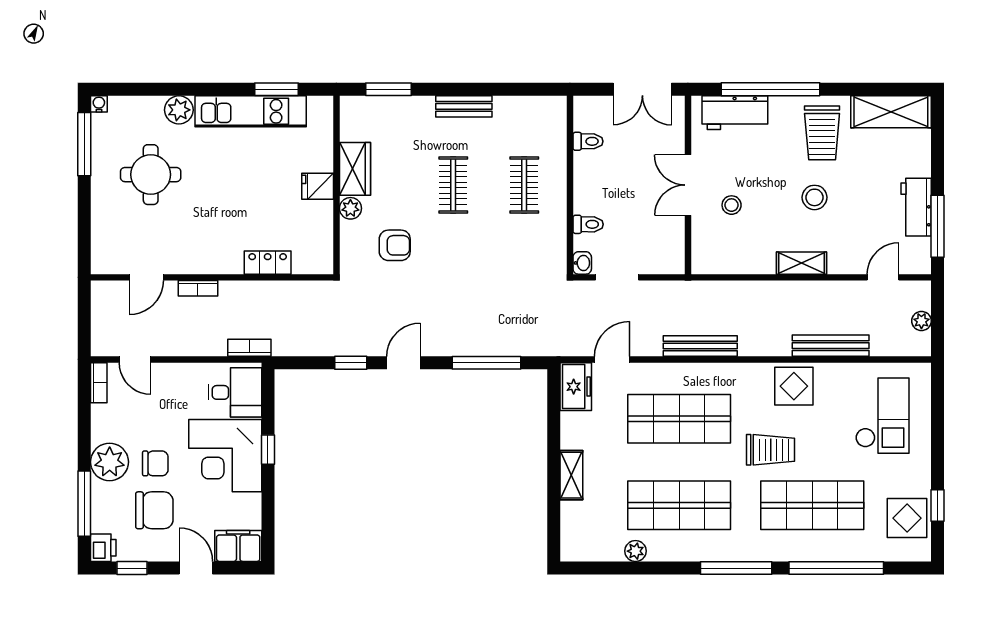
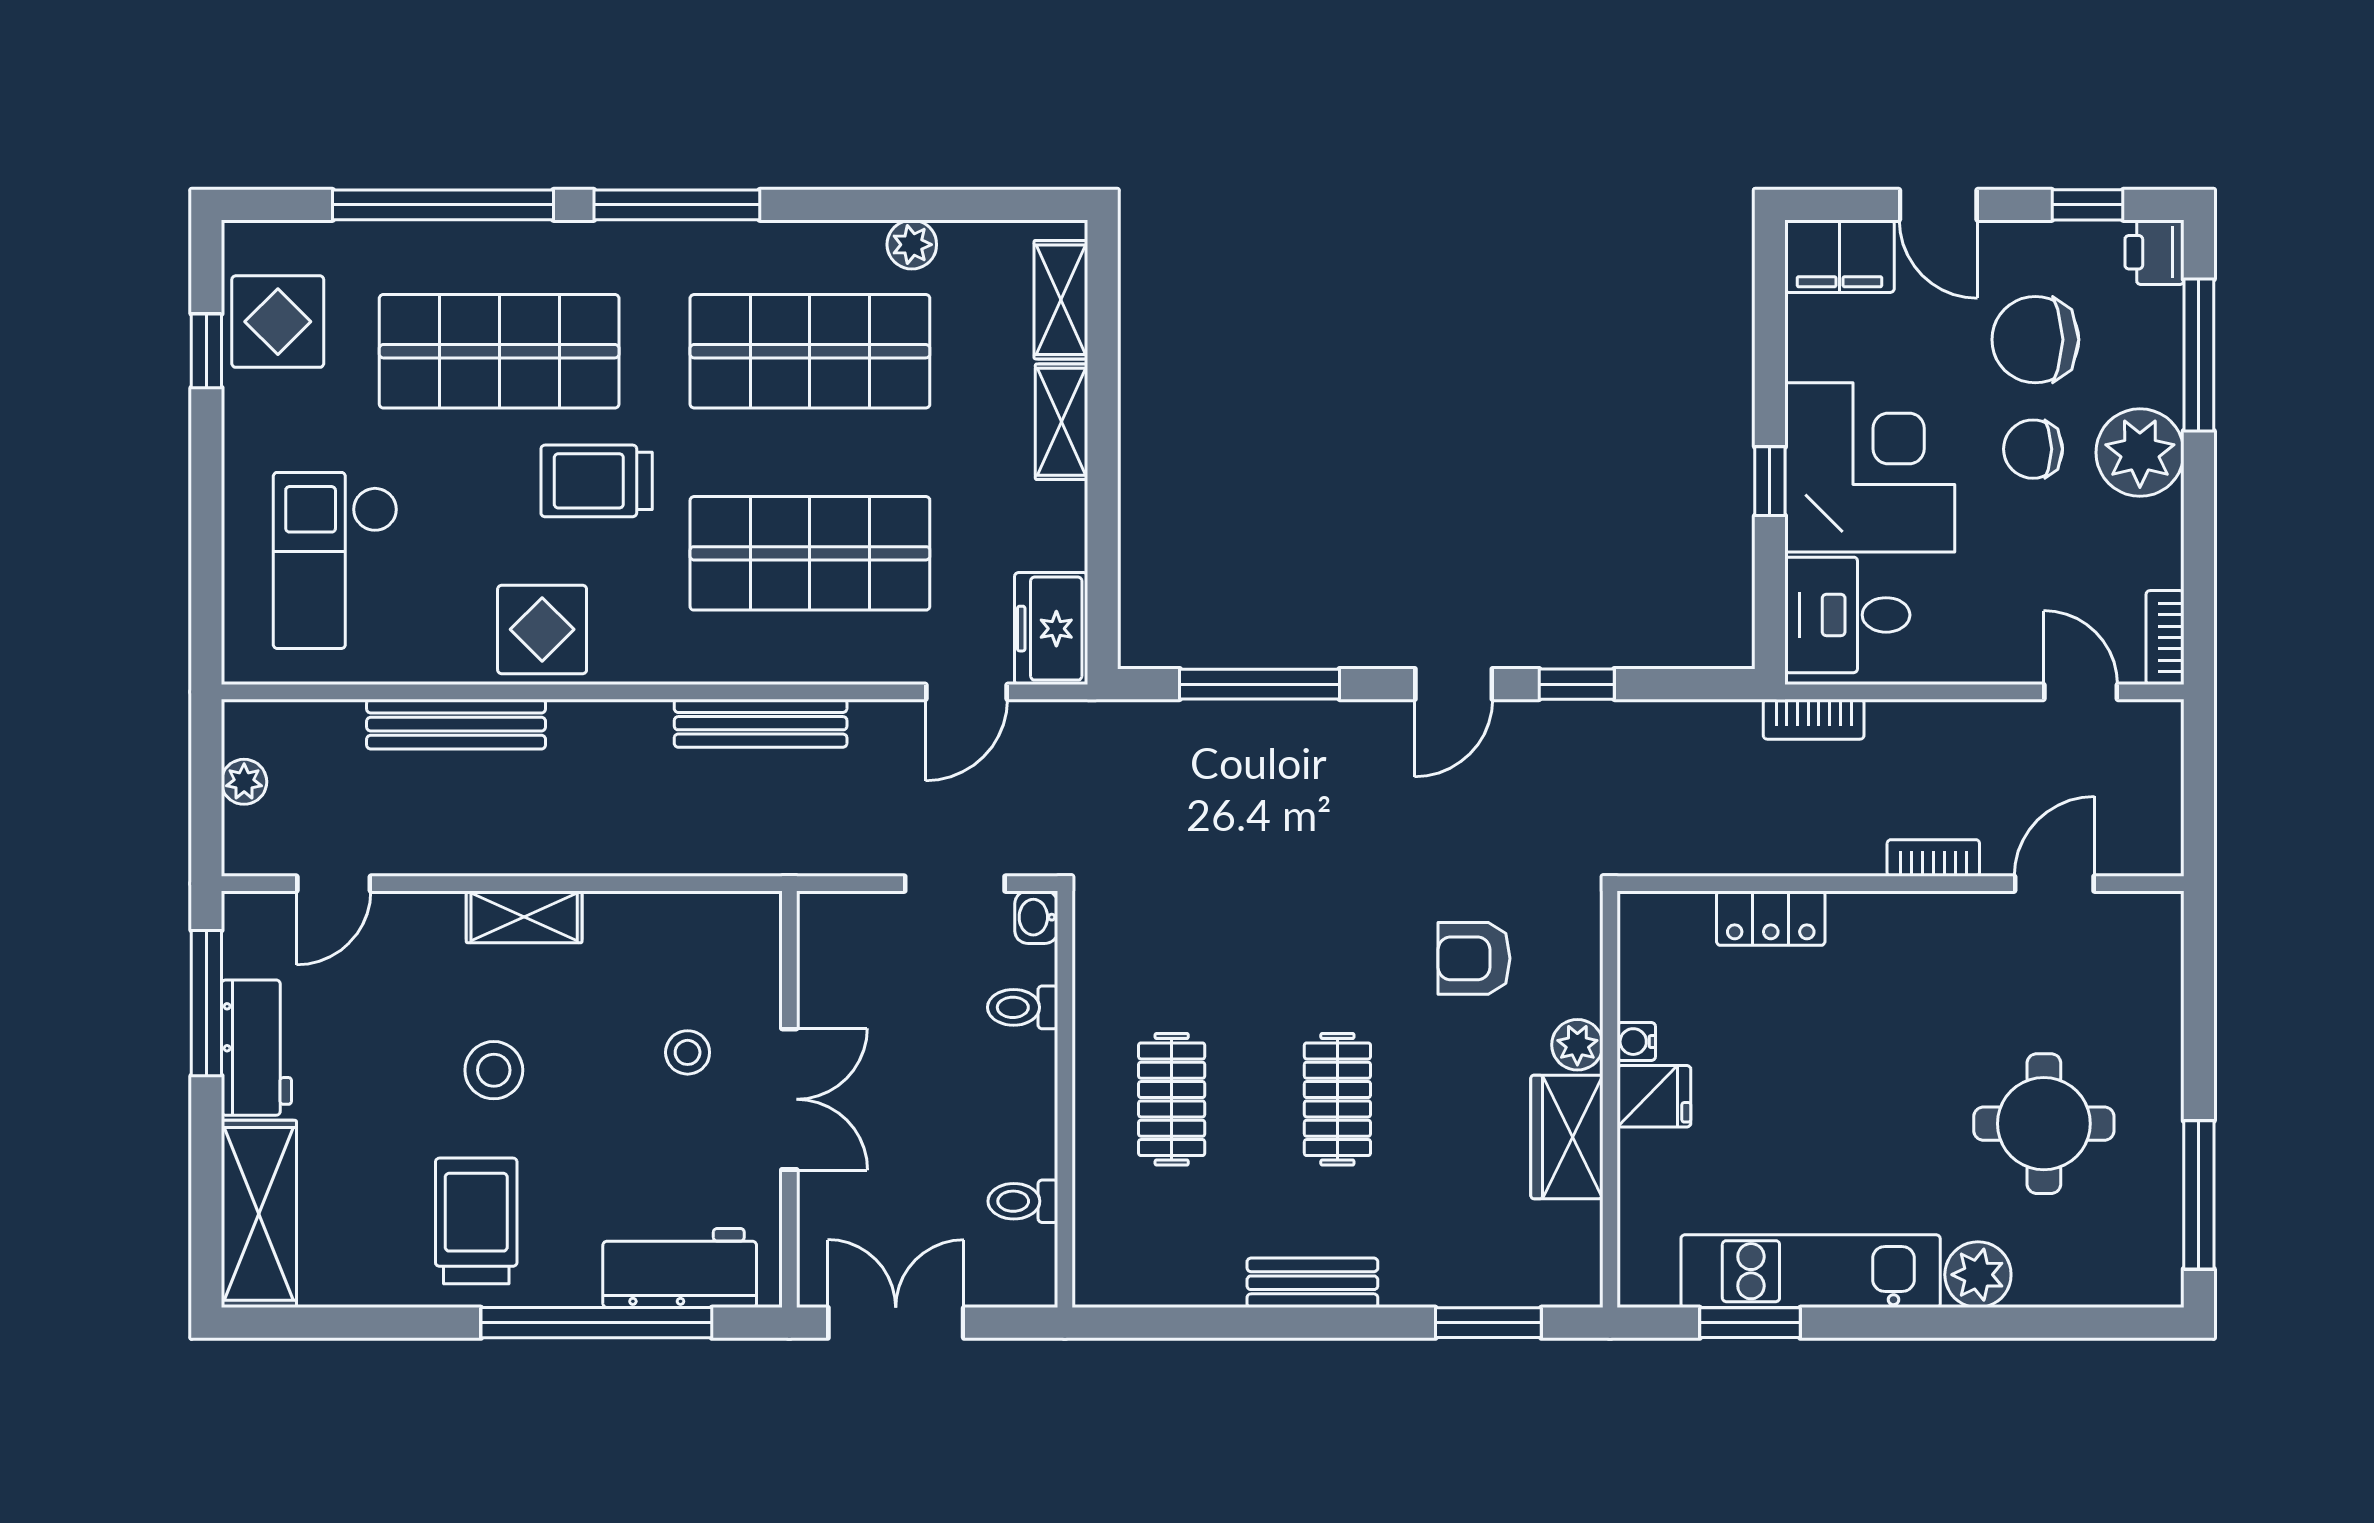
water cooler: (99, 104) -> (1636, 1042), moved, turned 90
shelving: (891, 112) -> (259, 1214), moved, turned 90
shelving: (572, 527) -> (1061, 300), added

